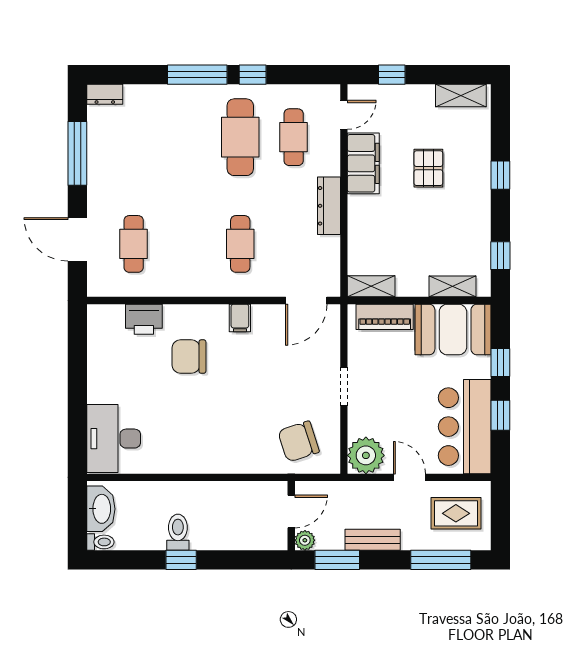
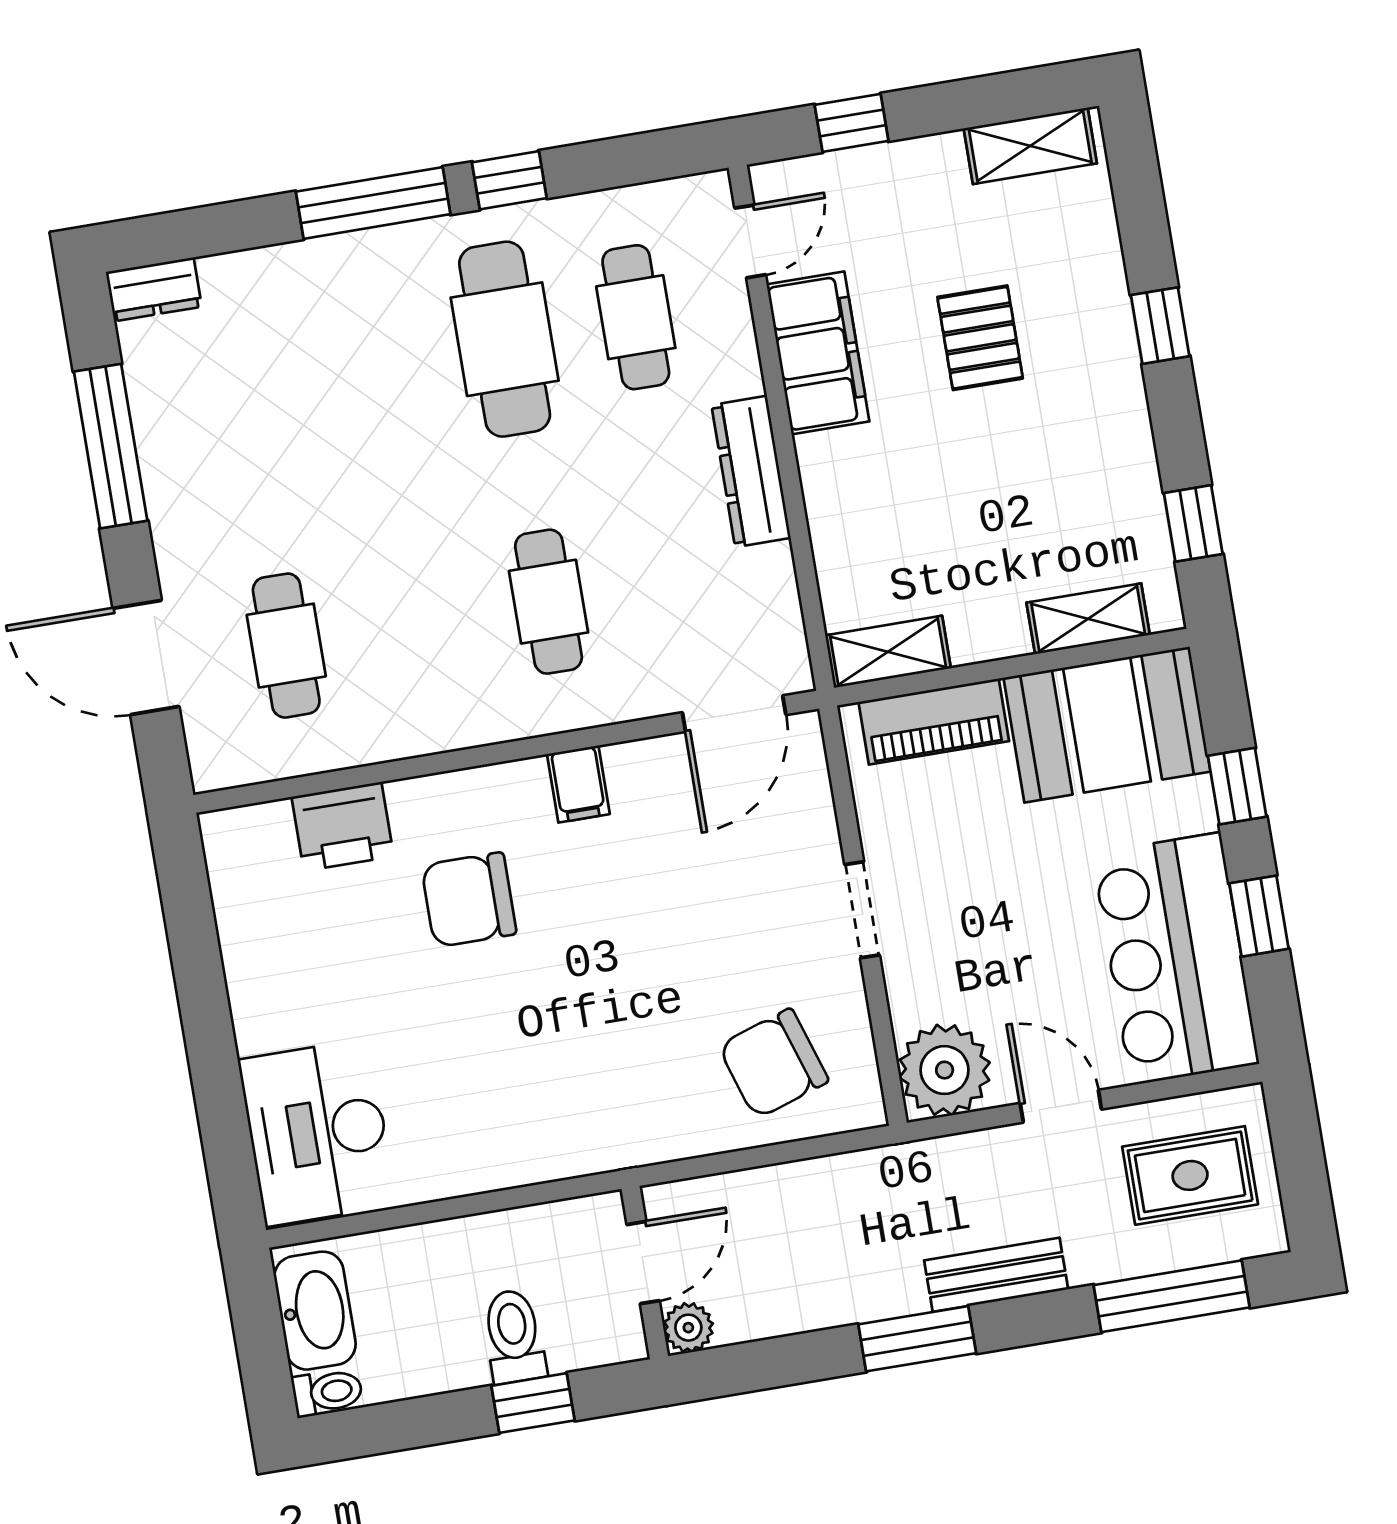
door: (291, 512) -> (643, 1263), moved
wall: (291, 516) -> (645, 1273), moved
plant: (305, 540) -> (688, 1328), moved

